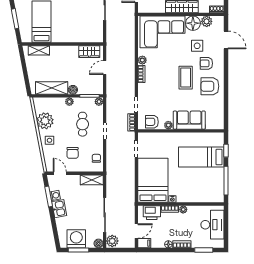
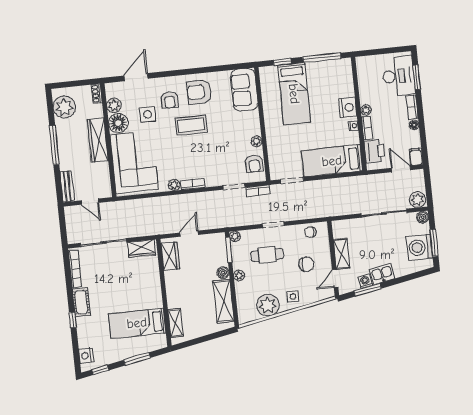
wardrobe: (97, 31) -> (142, 249), added
door: (105, 68) -> (189, 234), swing flipped
armchair: (210, 86) -> (199, 92), turned 90
sofa: (189, 120) -> (244, 90), moved
shelving: (92, 180) -> (341, 254), moved
bed: (153, 180) -> (332, 161), width x0.67
nightstand: (187, 196) -> (348, 107), added
desk: (212, 225) -> (398, 76), moved, turned 90

